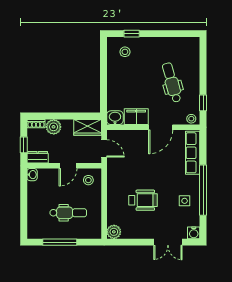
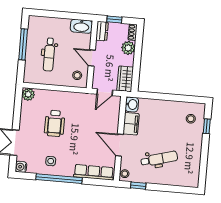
washbasin: (32, 175) -> (81, 26), width x1.91, depth x1.45

